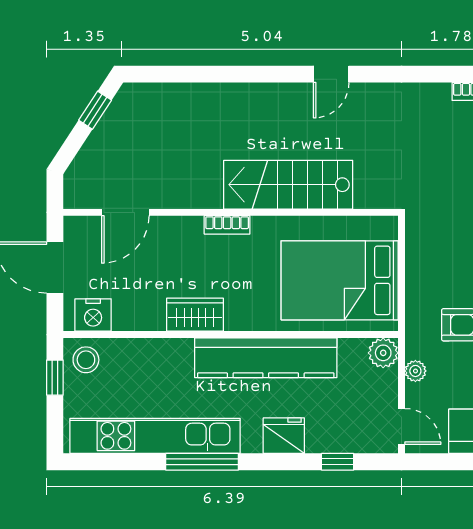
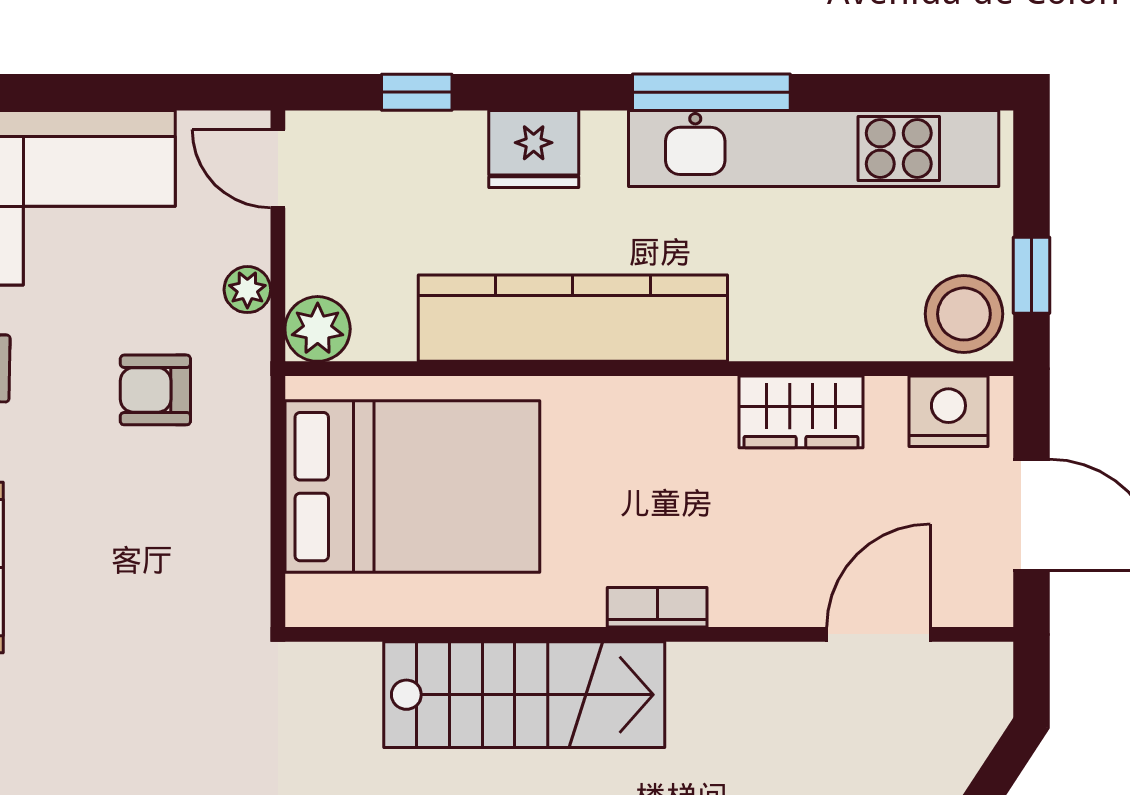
wardrobe: (195, 315) -> (801, 412), moved
stool: (86, 360) -> (964, 314), width x1.38, depth x1.38

